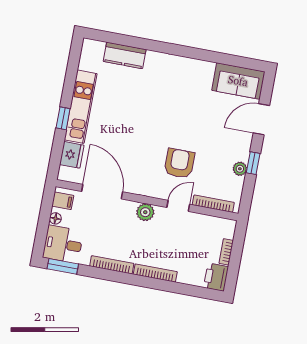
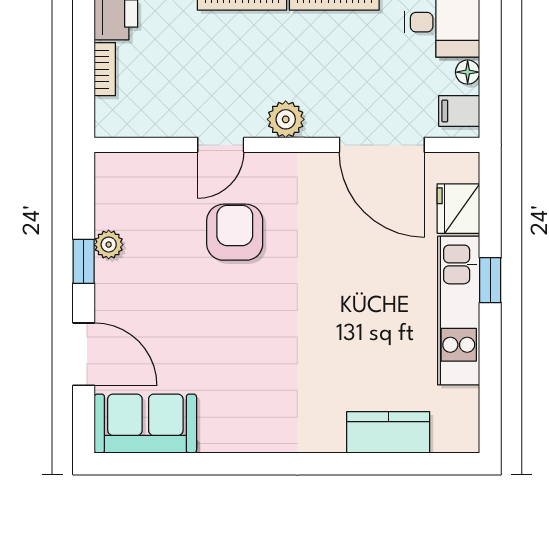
door: (261, 119) -> (84, 354), hinge flipped
armchair: (179, 163) -> (235, 232), turned 180
bookcase: (213, 204) -> (150, 163), removed

